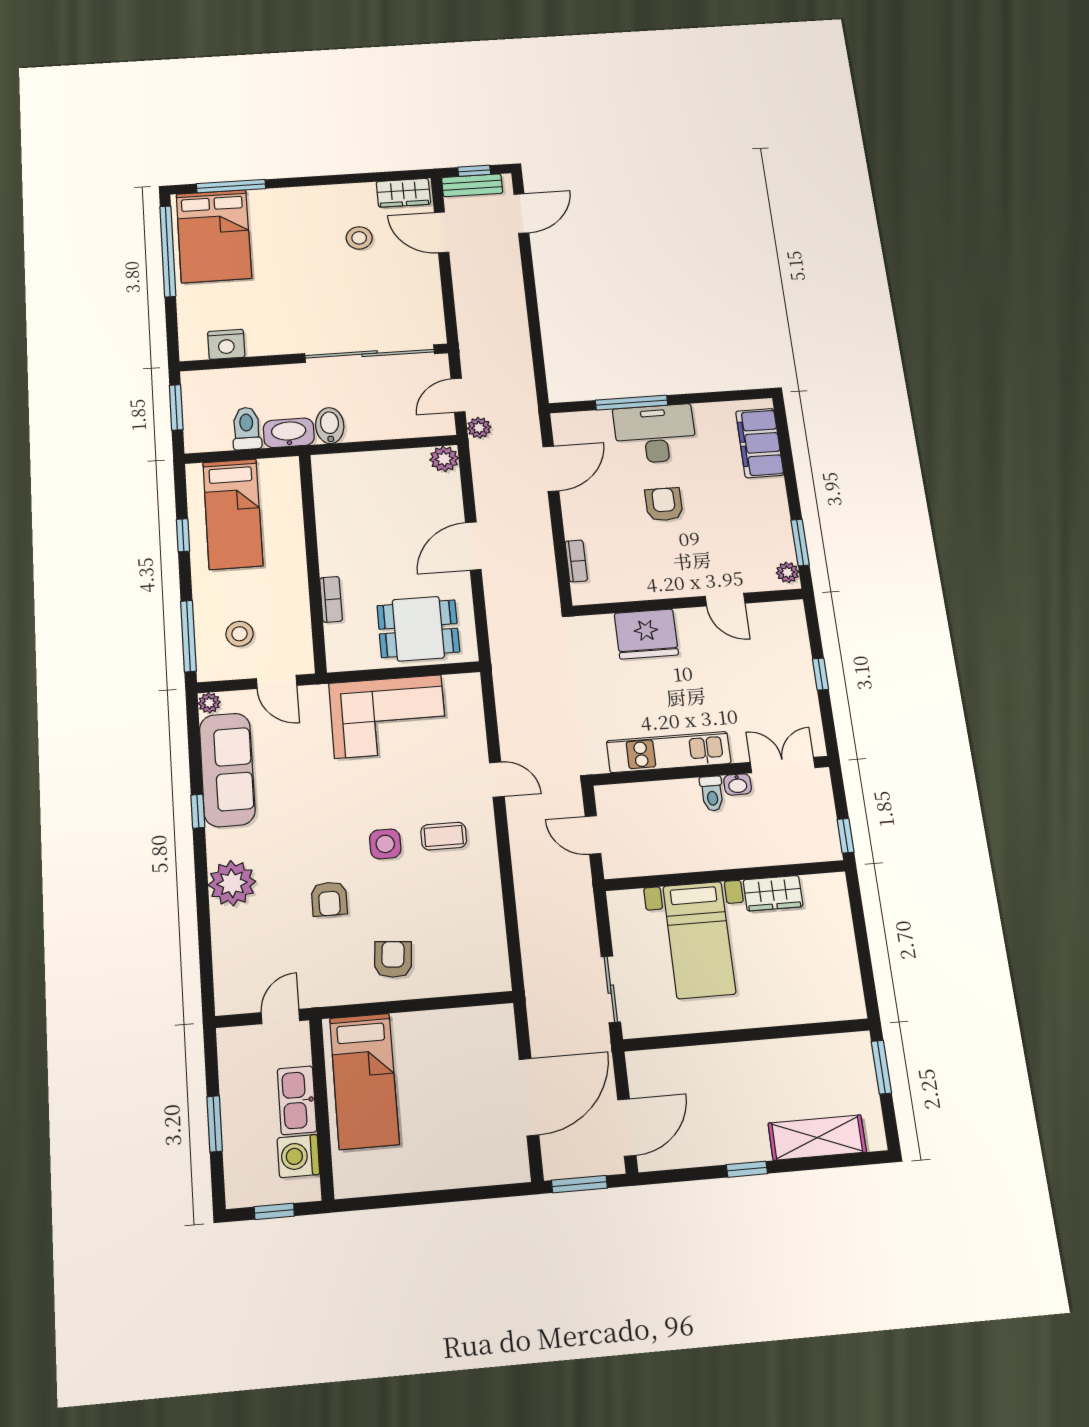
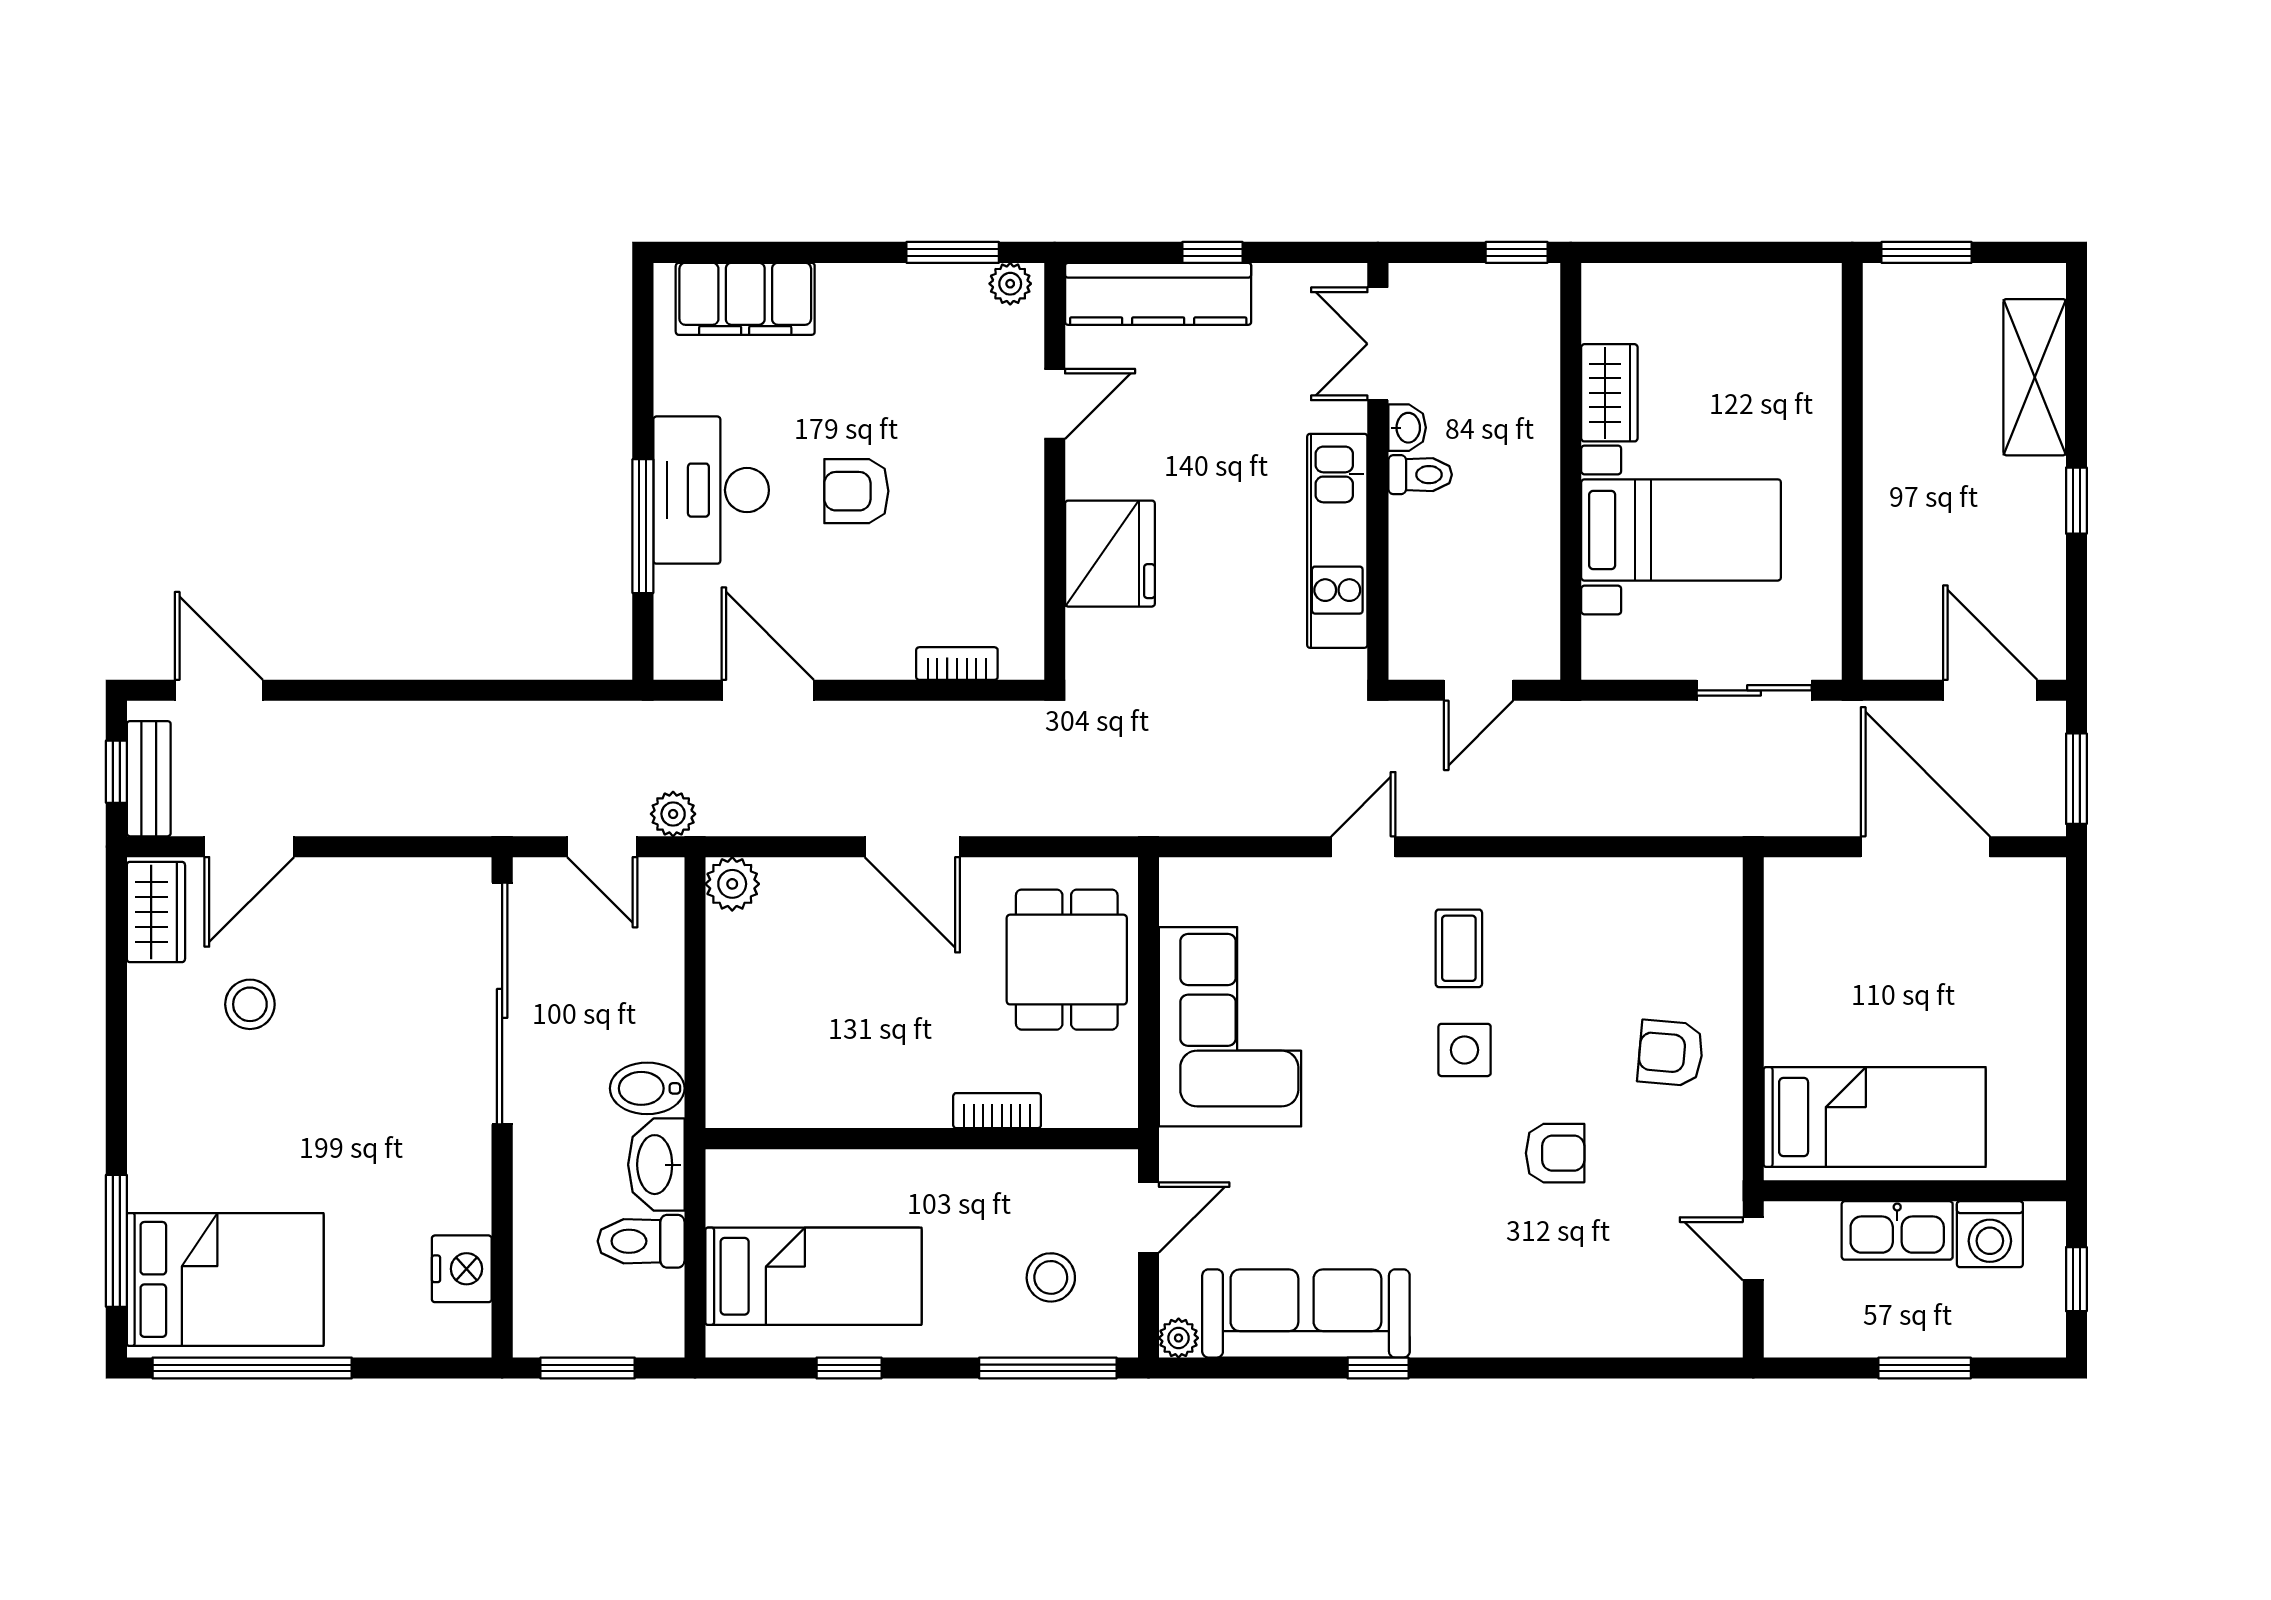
kitchen counter: (793, 648) -> (1158, 294), added
plant: (232, 883) -> (1513, 1317), removed

